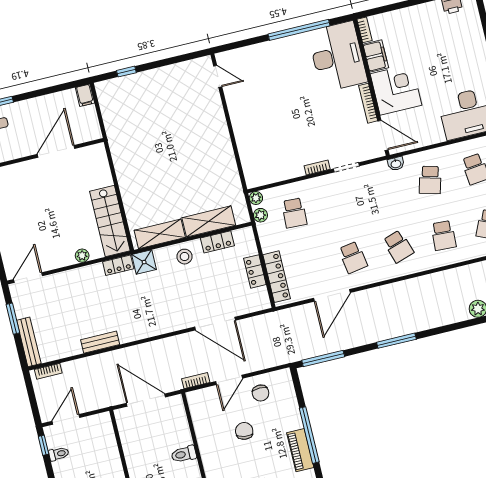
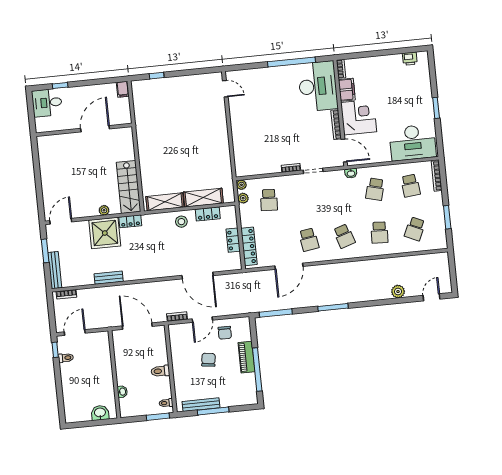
shower: (144, 262) -> (105, 233), moved, width x1.86, depth x1.86
piano: (300, 450) -> (247, 357), moved

